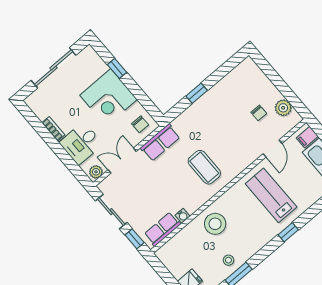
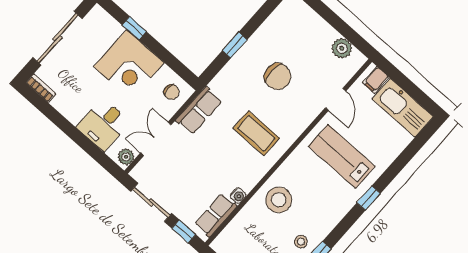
chair: (259, 113) -> (278, 77), moved, width x1.87, depth x1.87
bookcase: (53, 129) -> (41, 88), moved

